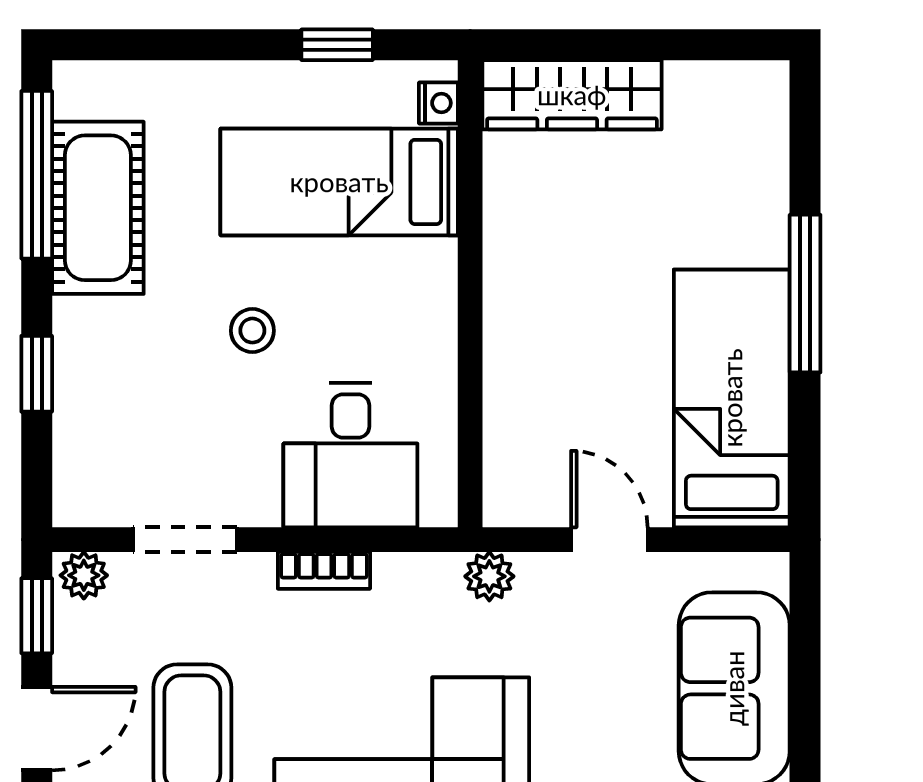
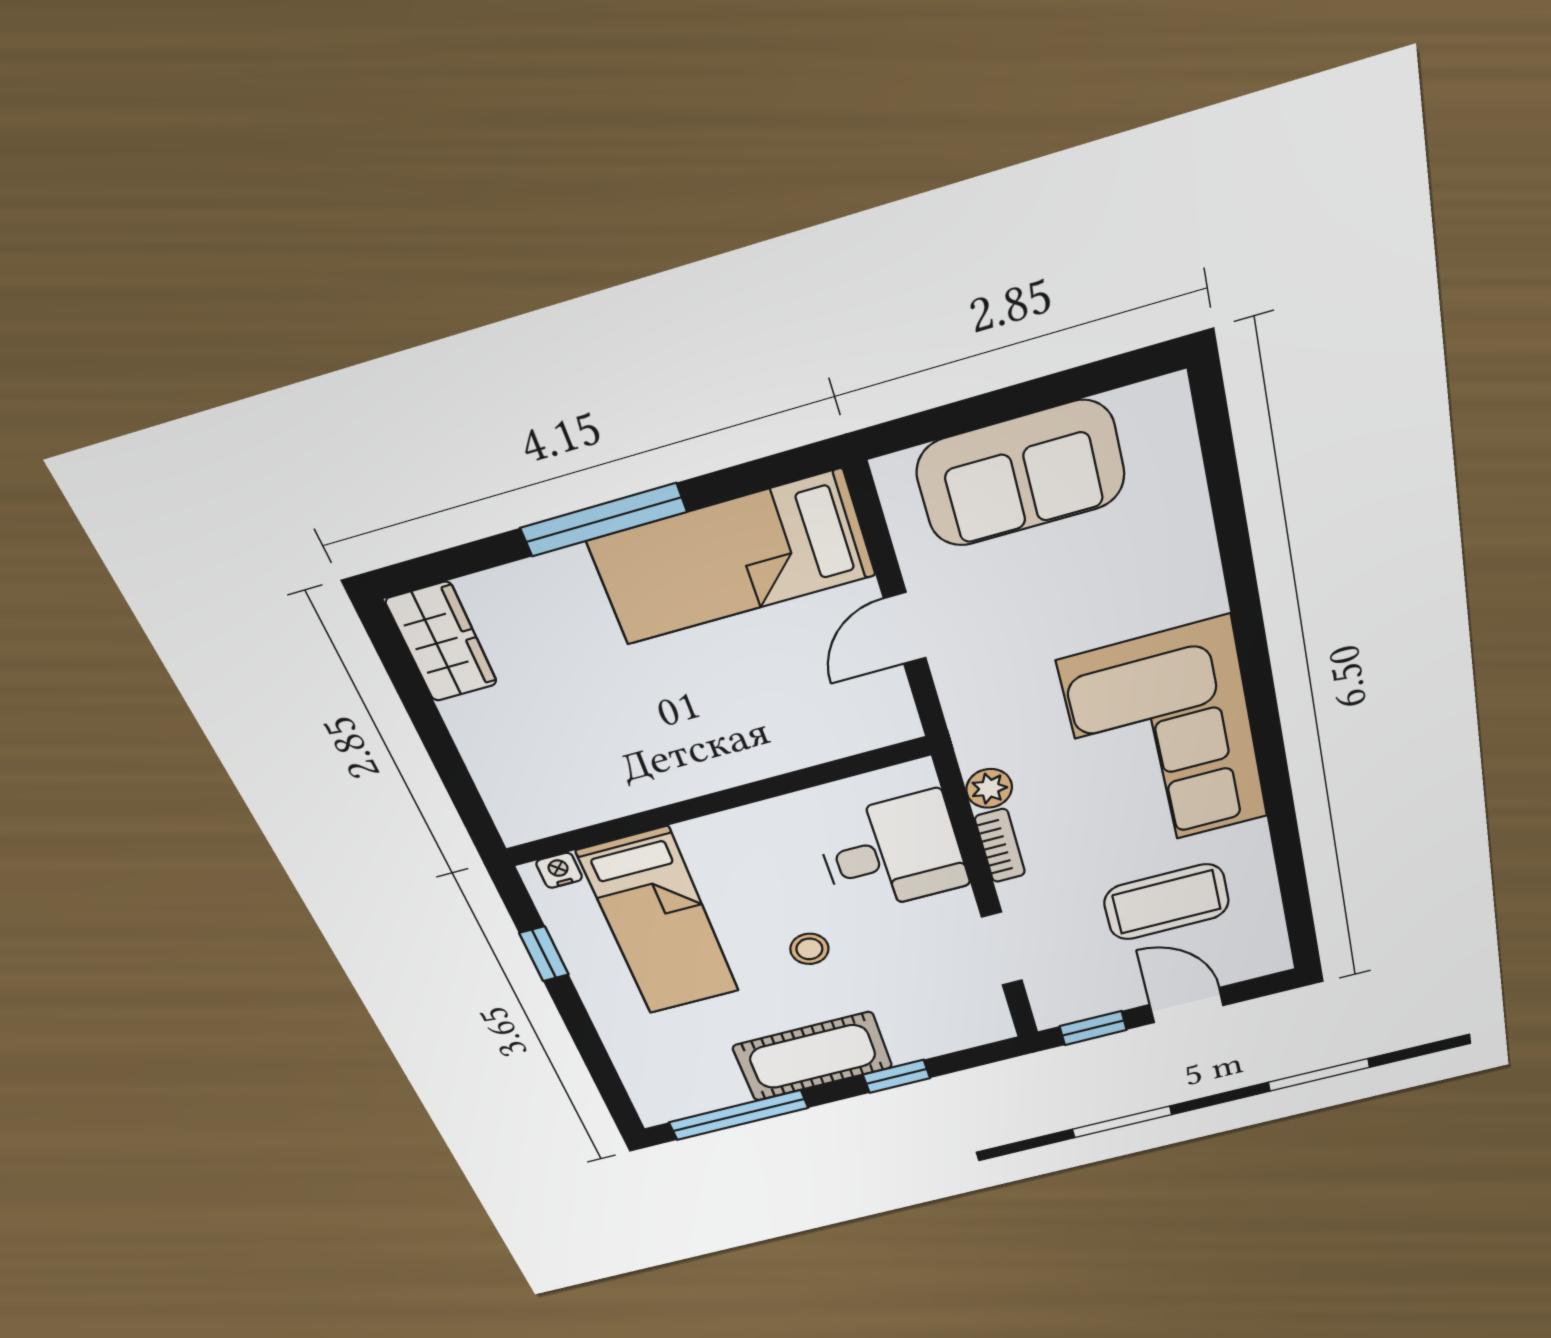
wardrobe: (572, 95) -> (442, 642), moved, width x0.67
cot: (98, 208) -> (813, 1057), moved
plant: (84, 575) -> (1051, 1007), removed
plant: (489, 576) -> (989, 788), moved

